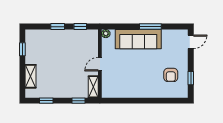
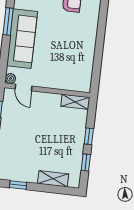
door: (100, 64) -> (24, 87), moved
window: (78, 101) -> (89, 136), moved

